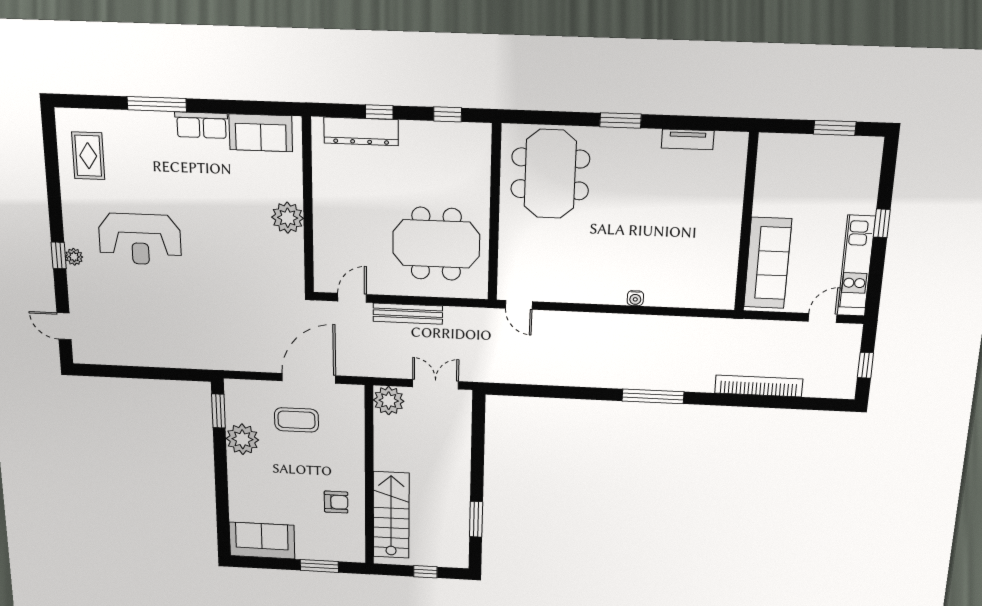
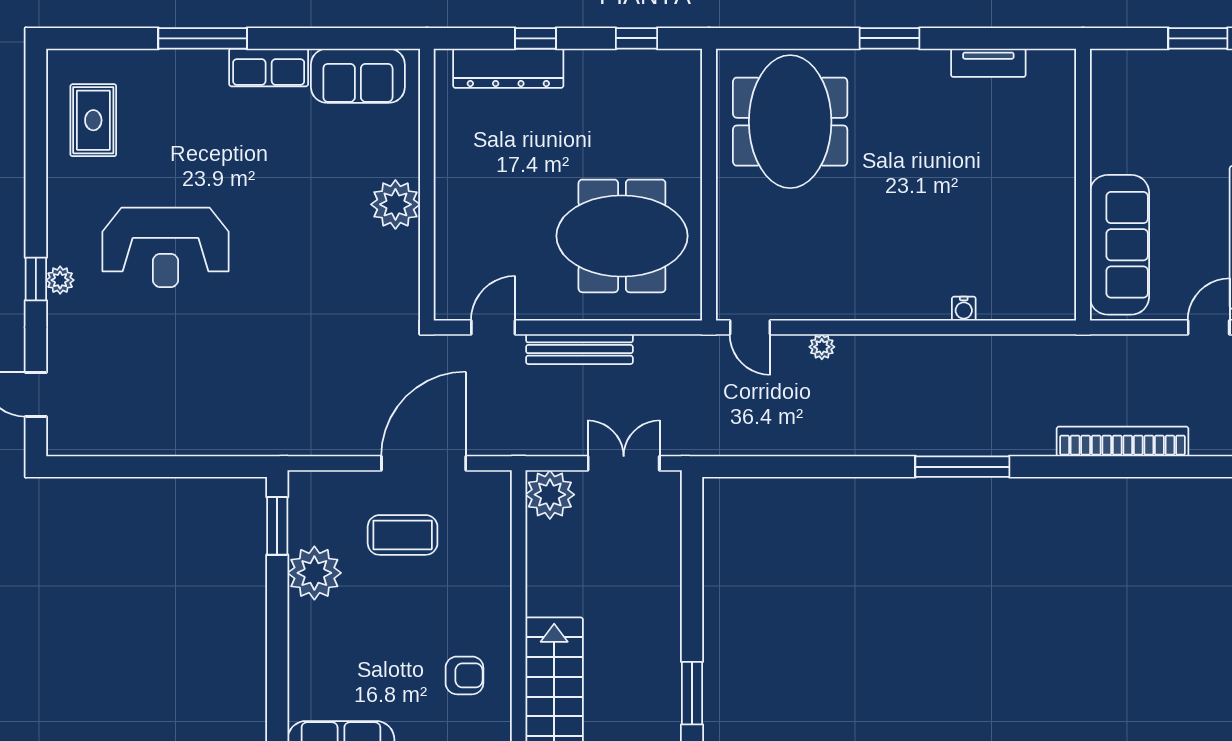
water cooler: (635, 298) -> (964, 309), moved
plant: (565, 319) -> (822, 347), added

